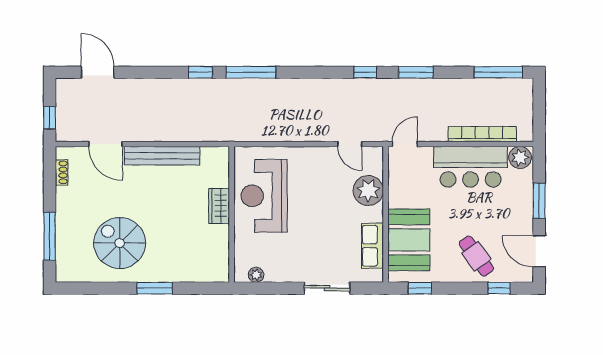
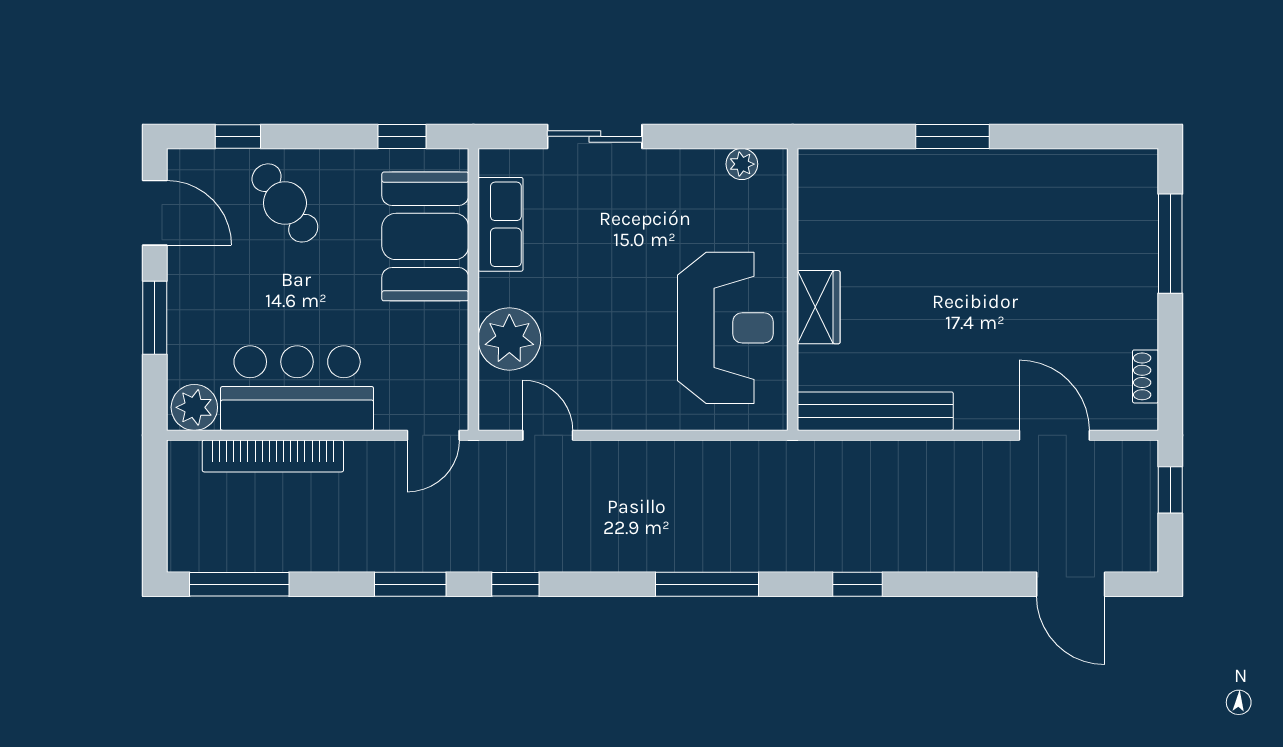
window: (251, 72) -> (707, 584), moved
bench: (162, 156) -> (875, 411), moved
spiral stairs: (120, 243) -> (1025, 230), removed

